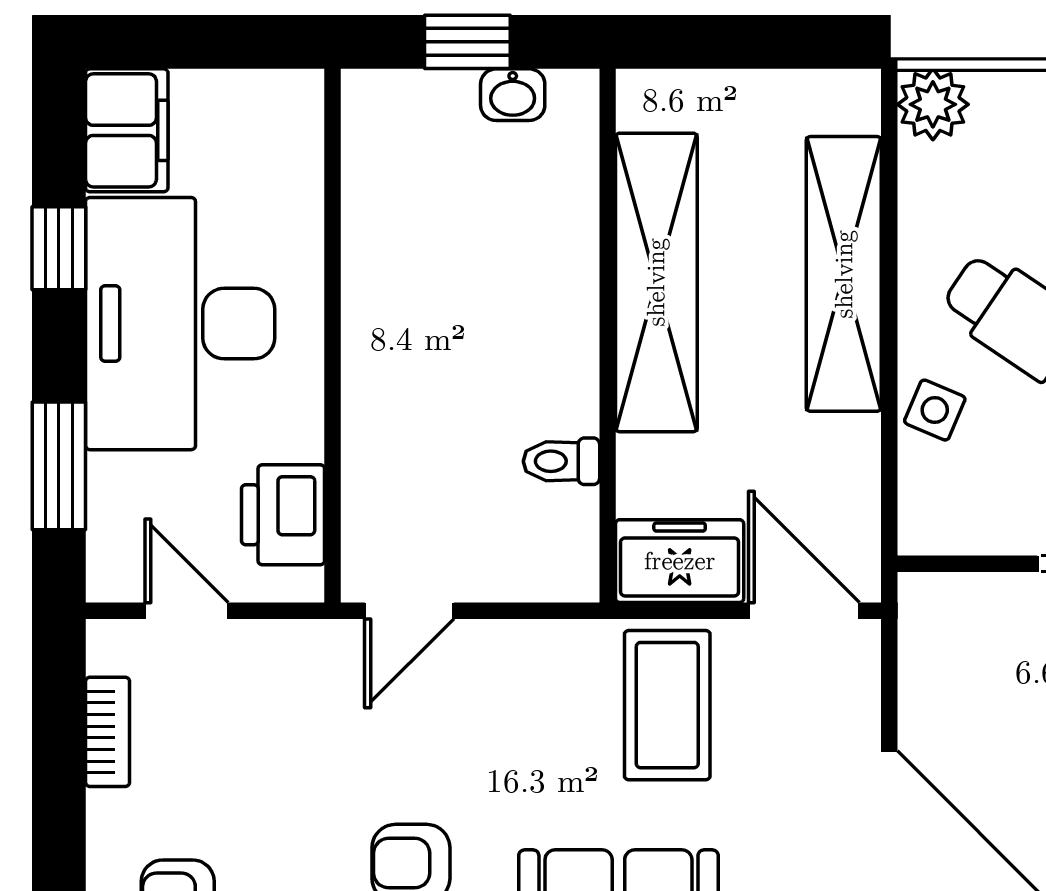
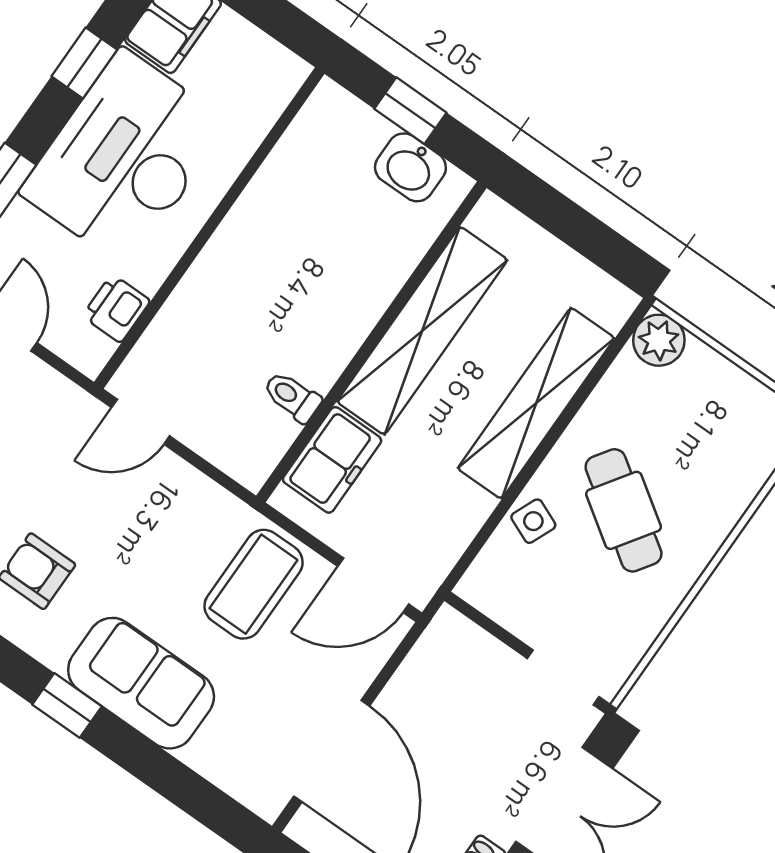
washbasin: (513, 95) -> (410, 167), width x1.38, depth x1.45
printer: (283, 515) -> (116, 308), width x0.73, depth x0.81
freezer: (680, 561) -> (332, 460), moved, turned 90
door: (804, 611) -> (373, 585), swing flipped

